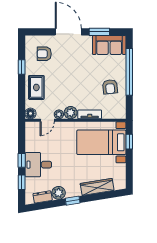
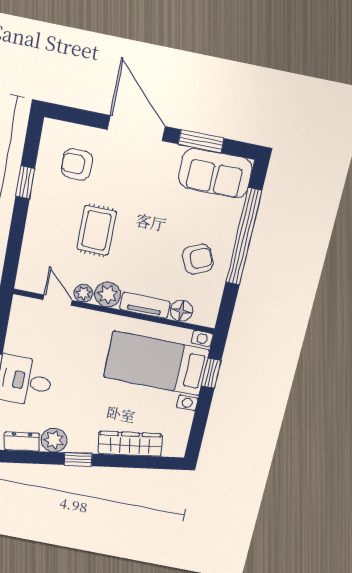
rug: (36, 87) -> (96, 230), moved
armchair: (110, 87) -> (198, 259), turned -108
floor lamp: (30, 113) -> (181, 311), moved
door: (47, 120) -> (58, 300), swing flipped

